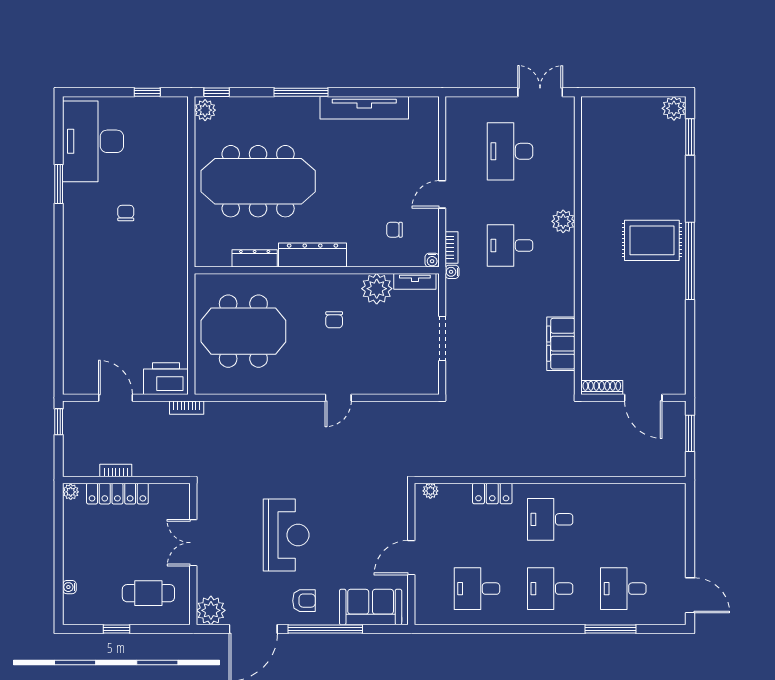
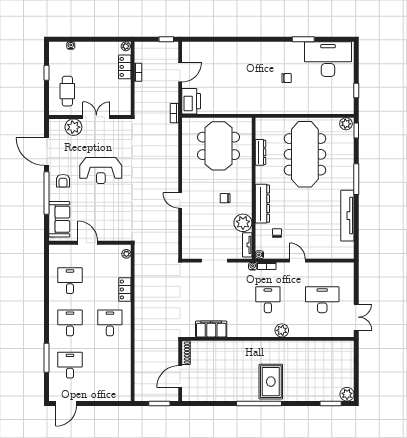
dresser: (312, 255) -> (262, 204), moved
locker: (117, 494) -> (125, 67), width x0.66
plant: (211, 610) -> (73, 127), moved

